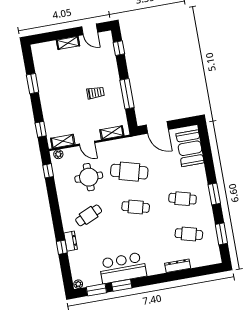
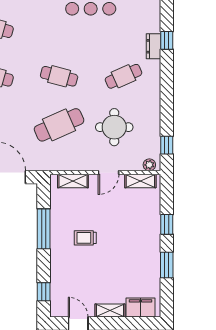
filing cabinet: (46, 49) -> (141, 308), added
window: (41, 129) -> (167, 224), moved
door: (87, 143) -> (109, 172), swing flipped
cafe table: (129, 172) -> (59, 125), turned -39

